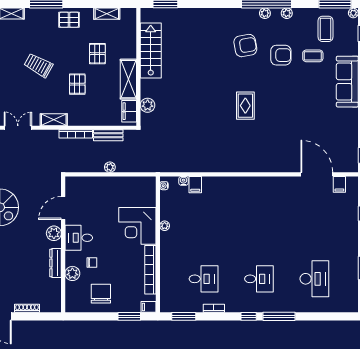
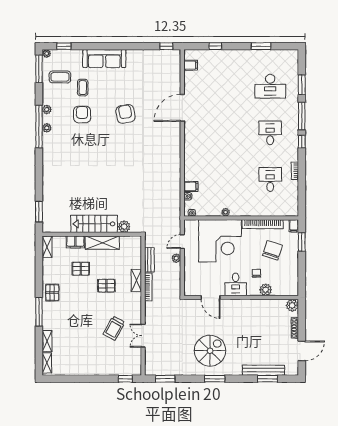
shelving: (107, 14) -> (47, 247), moved
armchair: (245, 46) -> (125, 114), moved
stairs: (151, 51) -> (94, 224), moved
trolley: (38, 65) -> (114, 328), moved
rug: (245, 106) -> (124, 144), removed
filing cabinet: (129, 111) -> (75, 242), moved
shelving: (54, 120) -> (136, 280), moved
door: (130, 174) -> (182, 242), added
door: (317, 174) -> (182, 108), moved
corner desk: (137, 226) -> (220, 241), width x1.36, depth x1.36
plant: (54, 233) -> (292, 305), moved
dresser: (56, 263) -> (257, 304), removed
desk: (314, 279) -> (270, 86), turned 180
chair: (101, 294) -> (272, 250), moved, turned 108
window: (184, 316) -> (302, 85), moved

